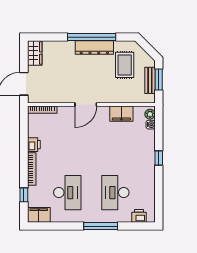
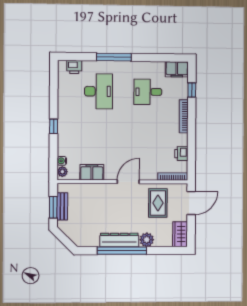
plant: (67, 48) -> (147, 240), added
rug: (125, 65) -> (158, 203), moved
printer: (34, 145) -> (181, 154), moved
desk: (67, 193) -> (148, 92), width x0.73

